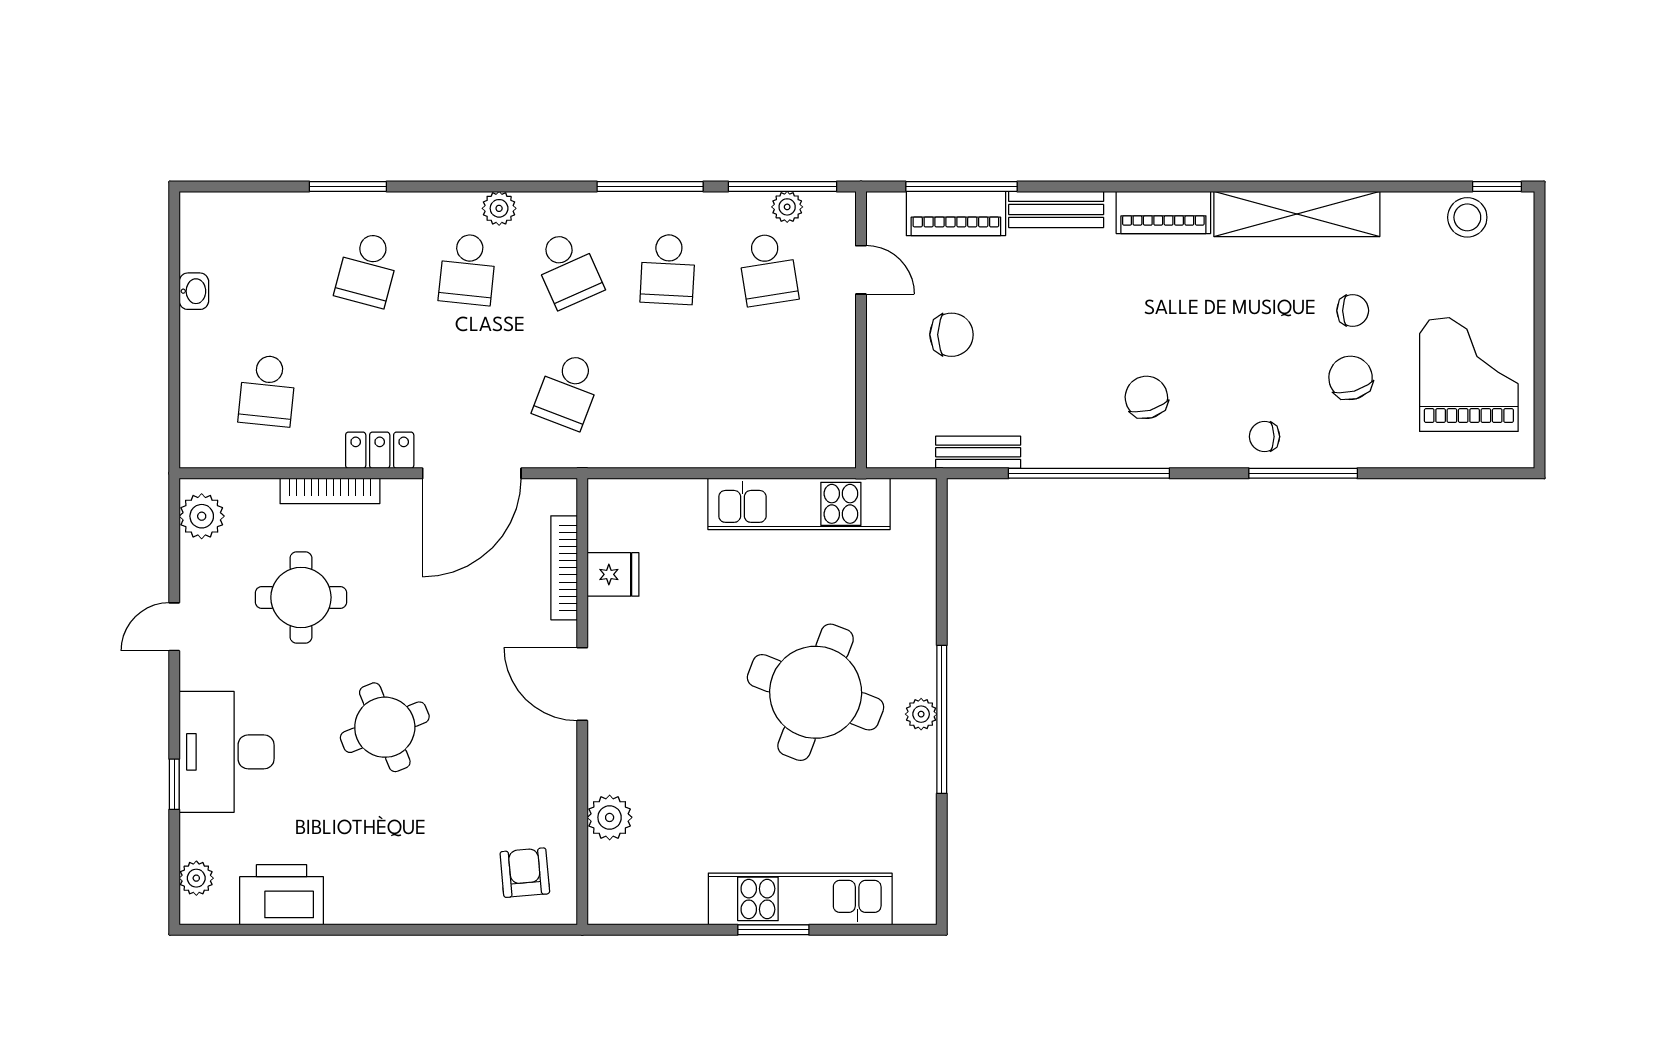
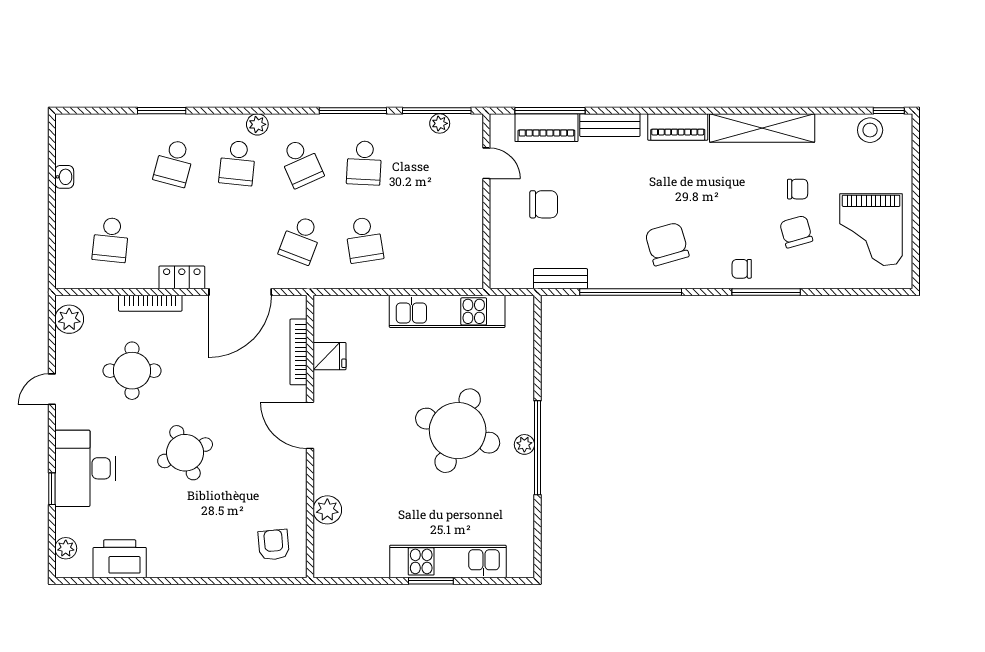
school desk: (768, 269) -> (364, 240), moved
grand piano: (1469, 375) -> (871, 230), turned 180
chair: (1146, 397) -> (667, 244), width x1.37, depth x1.37

